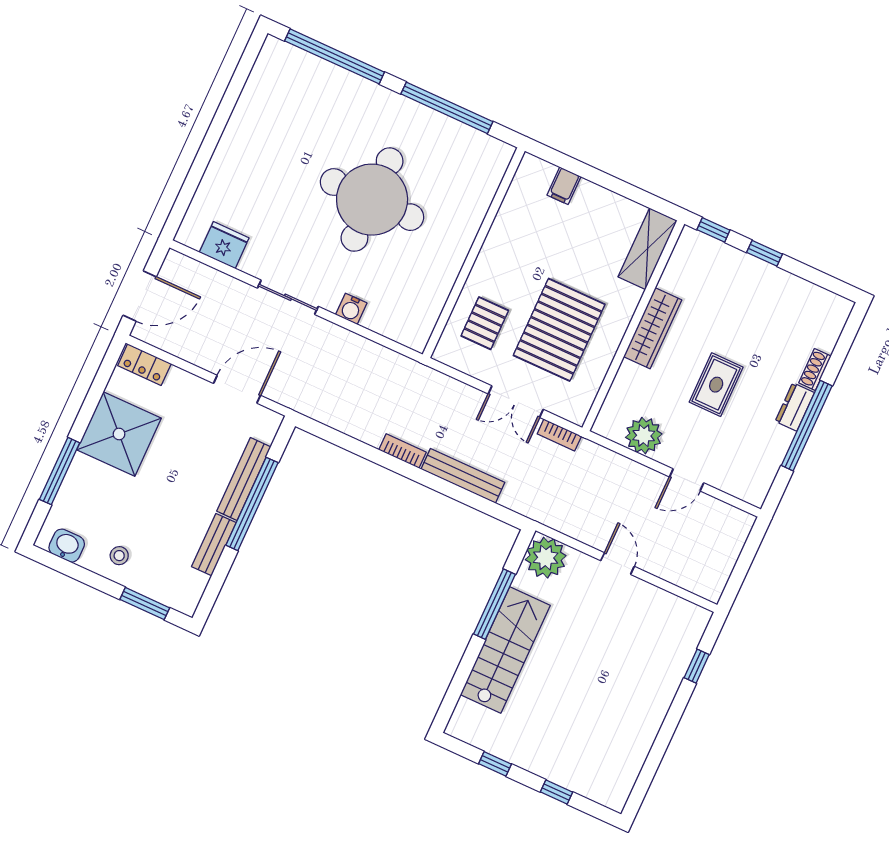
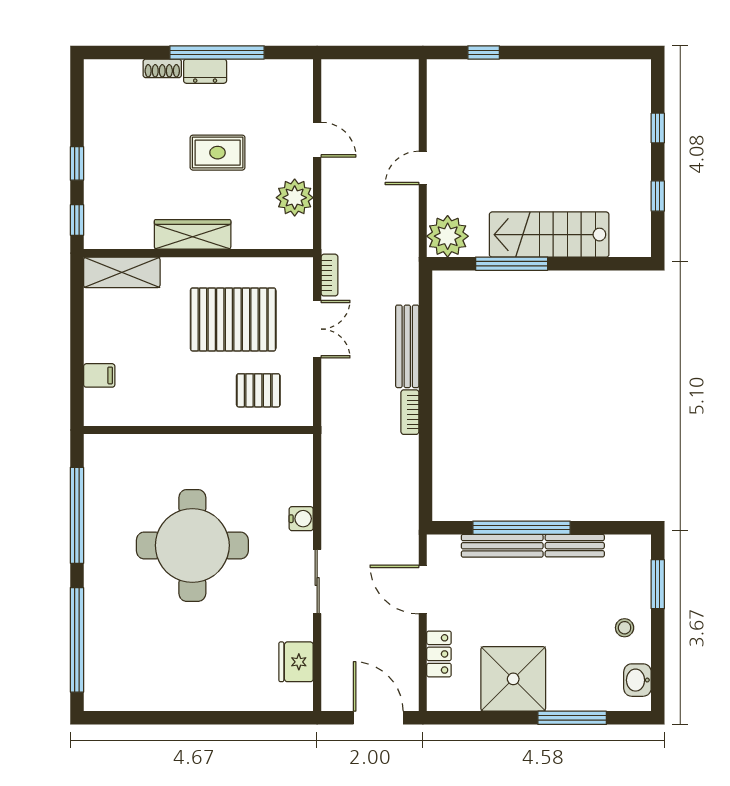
locker: (144, 365) -> (439, 654), moved

